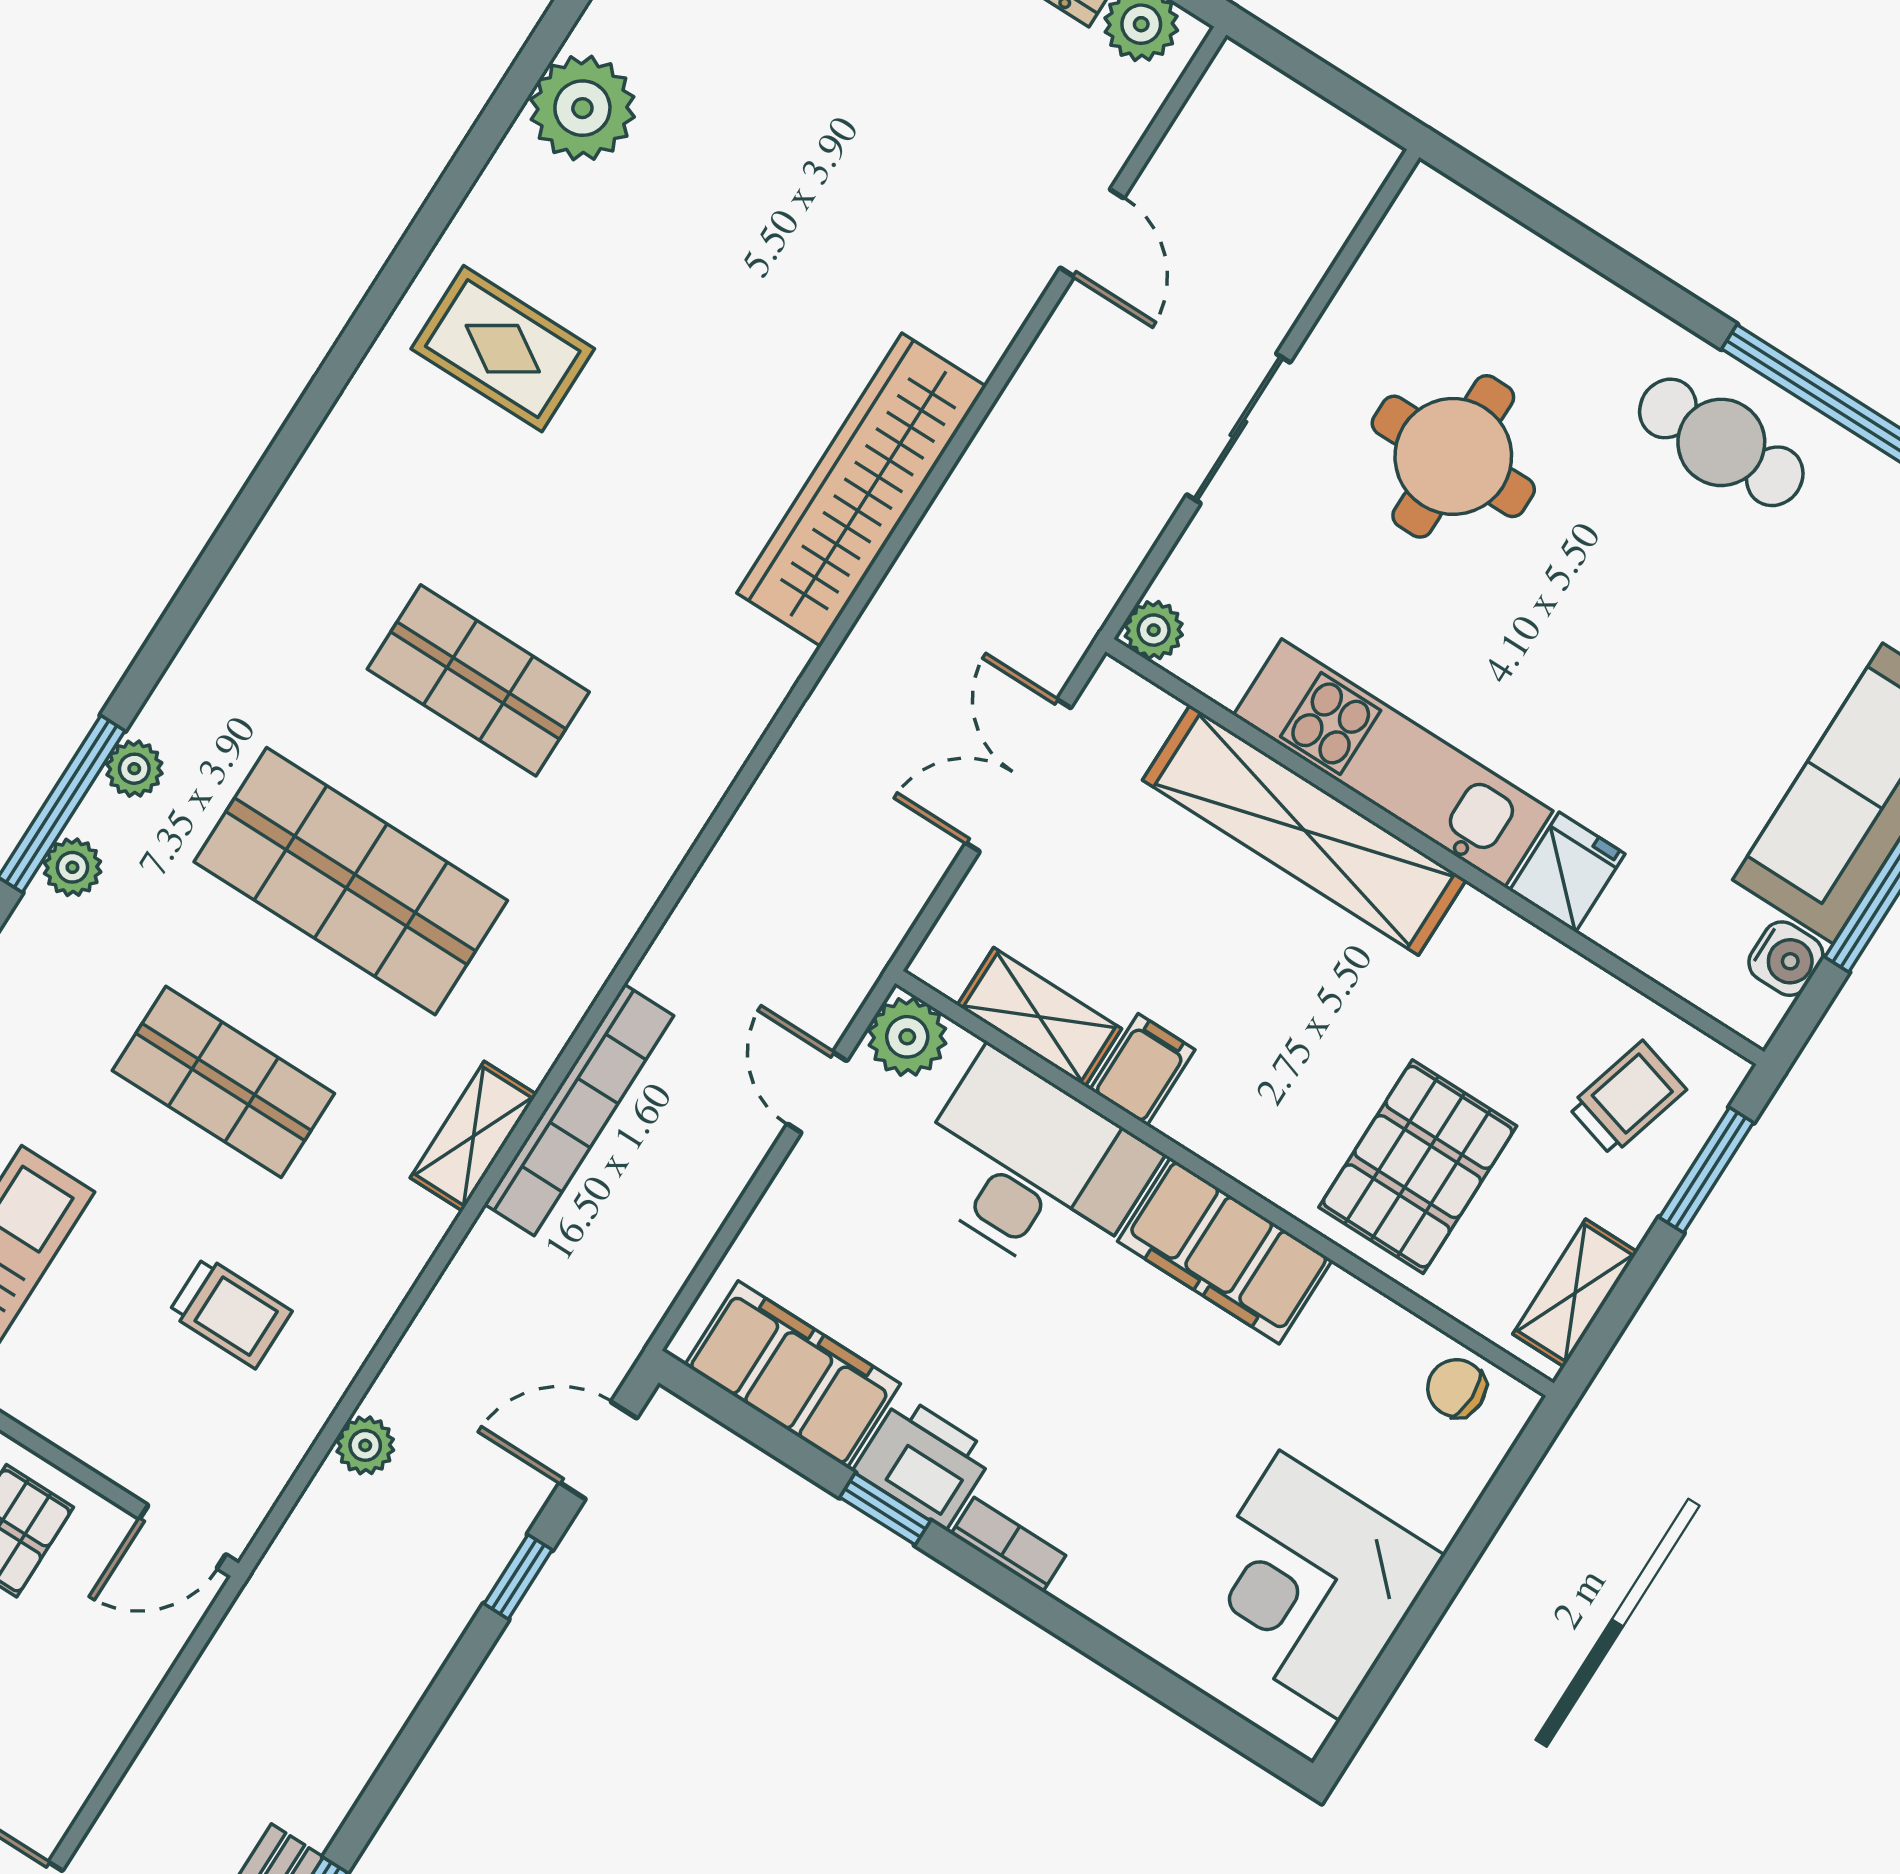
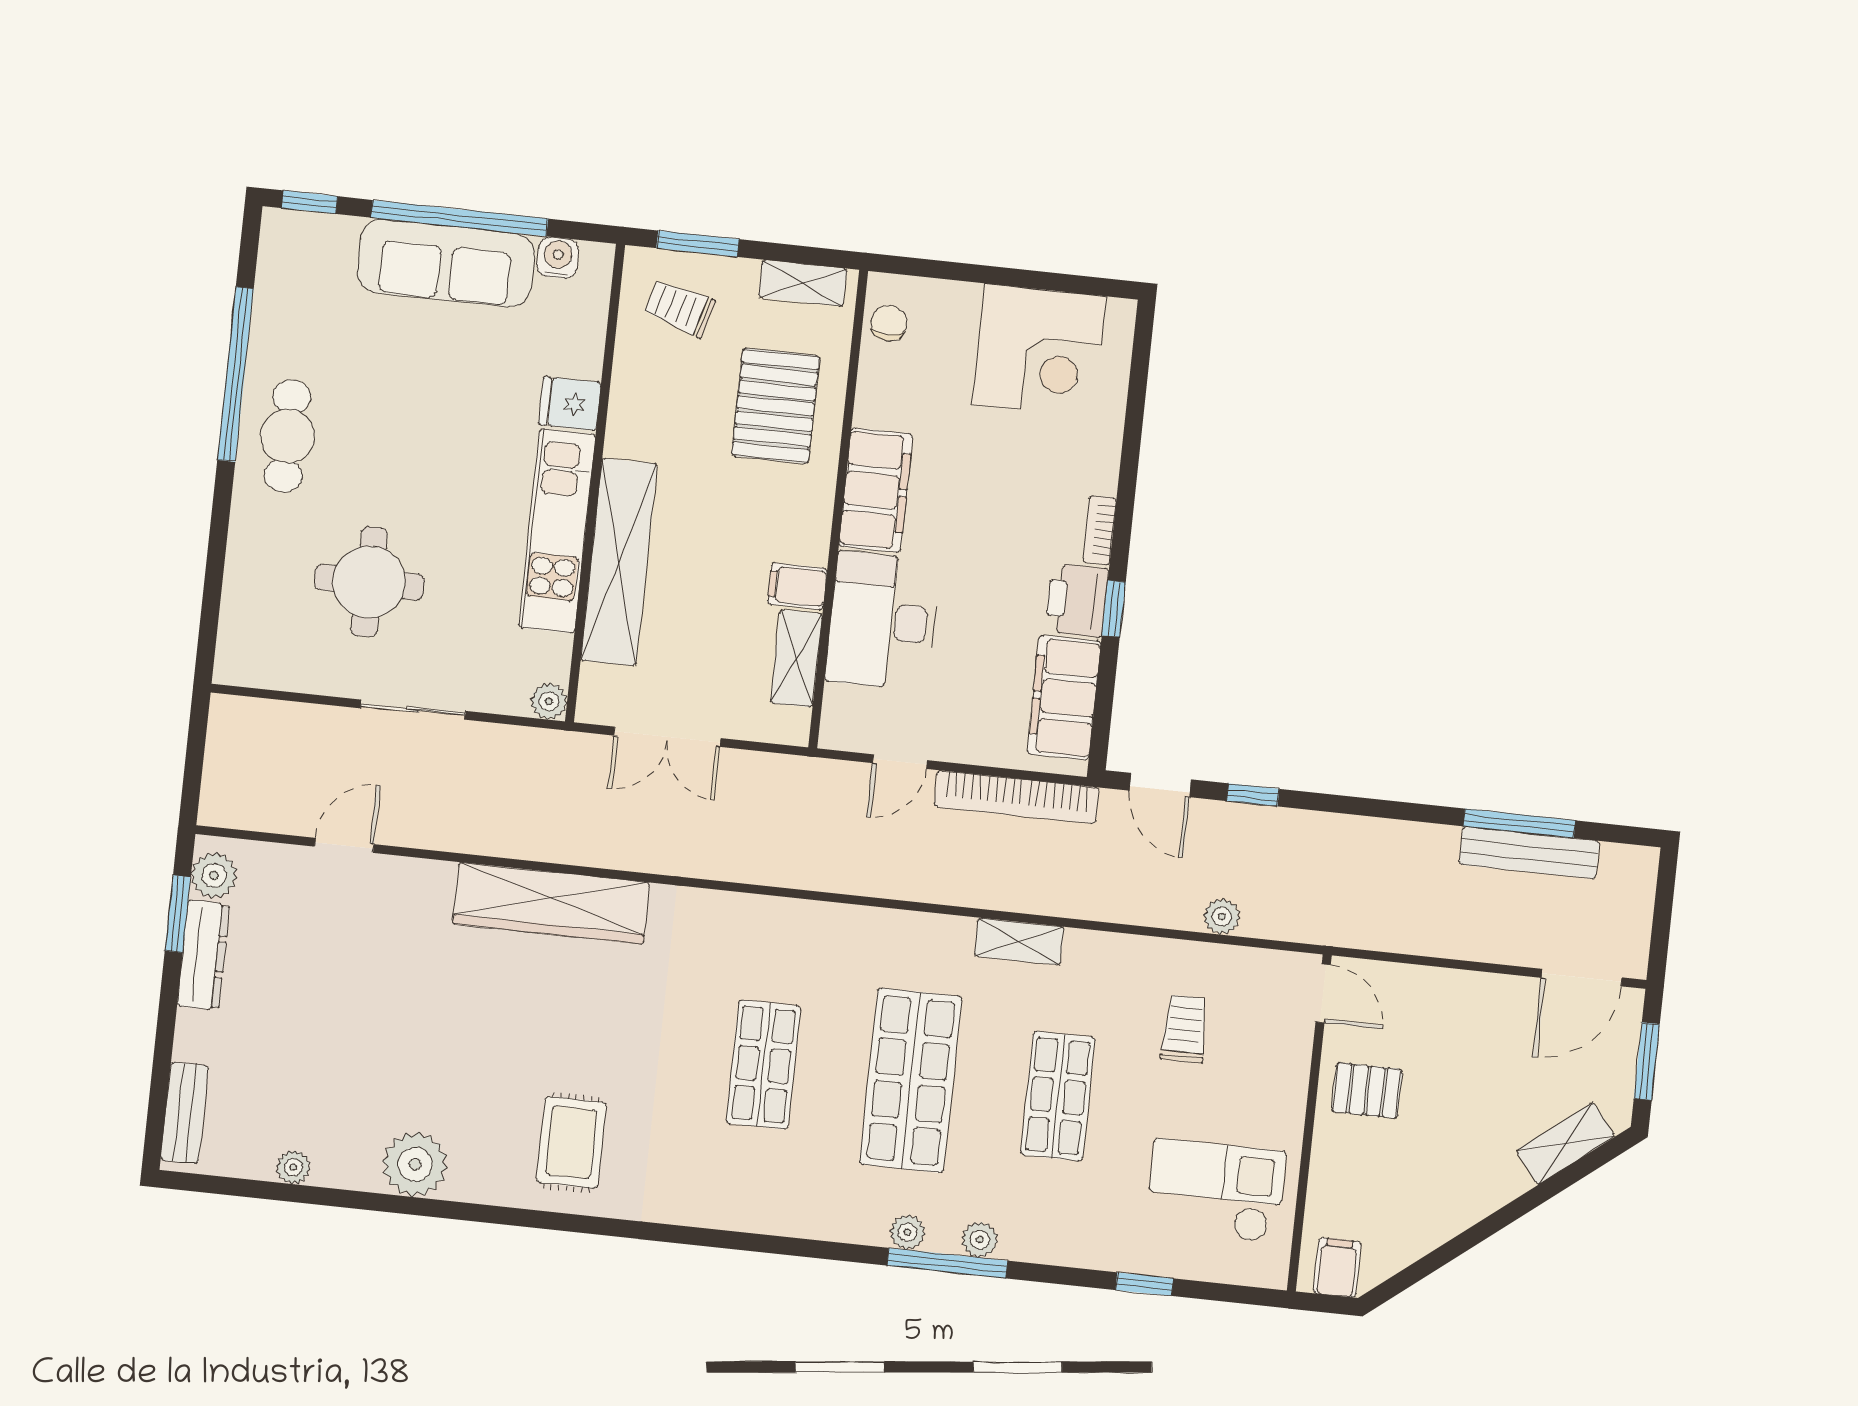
plant: (907, 1037) -> (844, 727), removed
bookcase: (579, 1110) -> (1017, 797), moved, turned 180
pallet: (1418, 1167) -> (776, 406), turned 90
chair: (1456, 1388) -> (889, 323), turned 180

